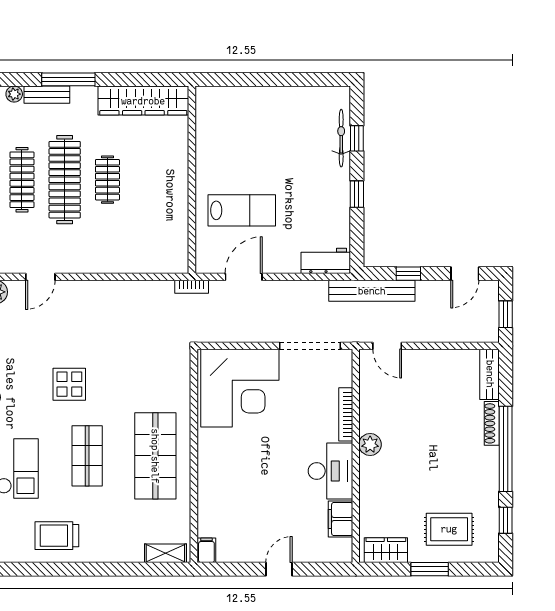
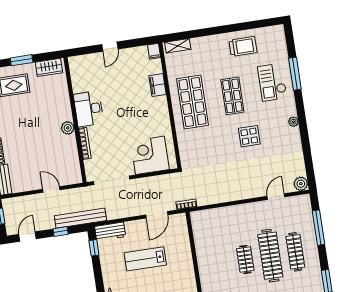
window: (357, 194) -> (94, 248), moved
lab bench: (242, 210) -> (145, 259), moved
door: (387, 346) -> (51, 190), moved
corner desk: (240, 388) -> (150, 155), width x0.74, depth x0.74
filing cabinet: (340, 519) -> (158, 85), moved, turned 180

